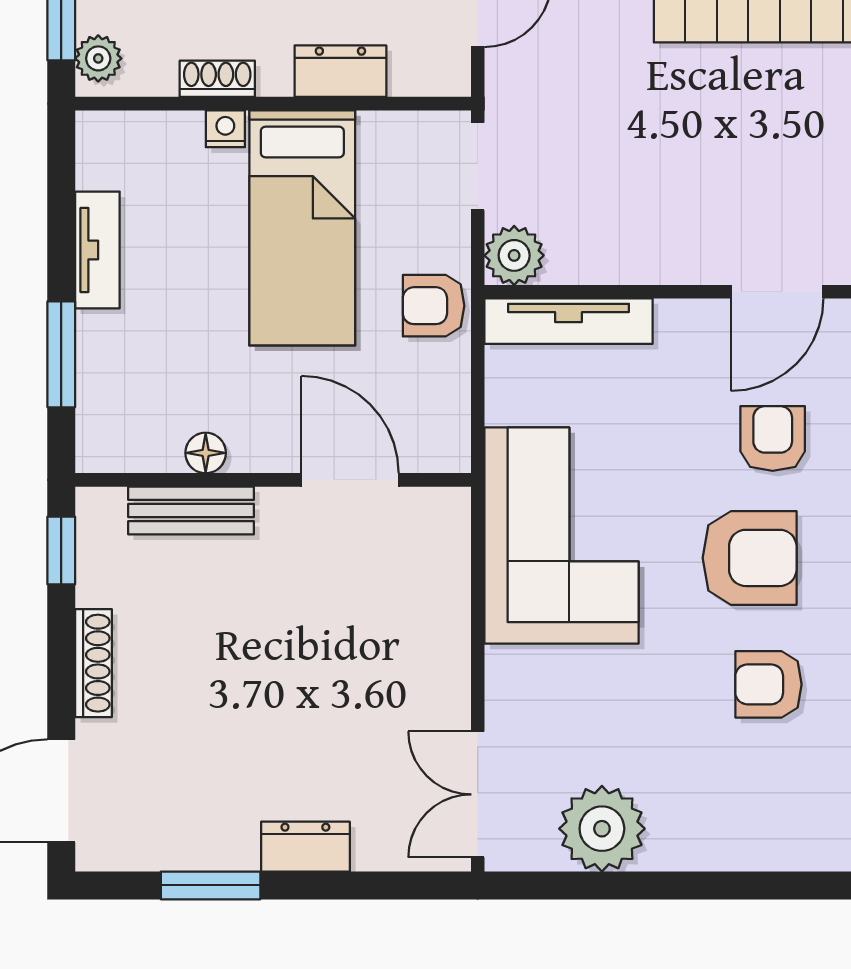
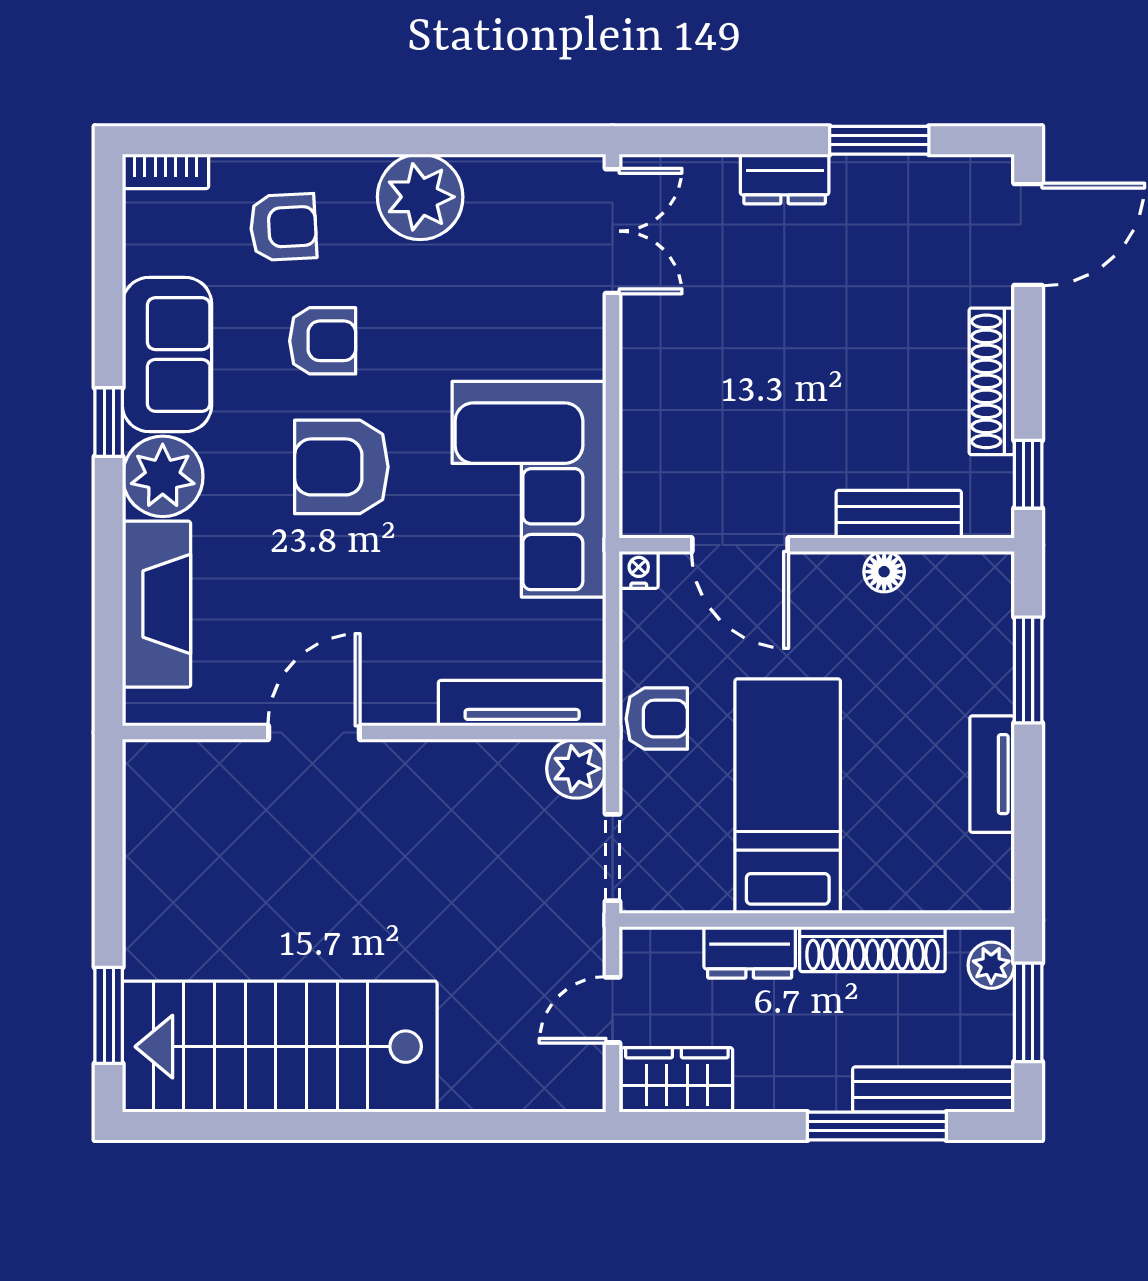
shoe rack: (217, 79) -> (872, 949), width x1.94, depth x1.24
nightstand: (225, 129) -> (639, 570), moved, turned 180
armchair: (773, 438) -> (283, 227), moved, turned -93
shoe rack: (93, 663) -> (992, 381), width x1.36, depth x1.24
plant: (602, 829) -> (420, 197), moved

